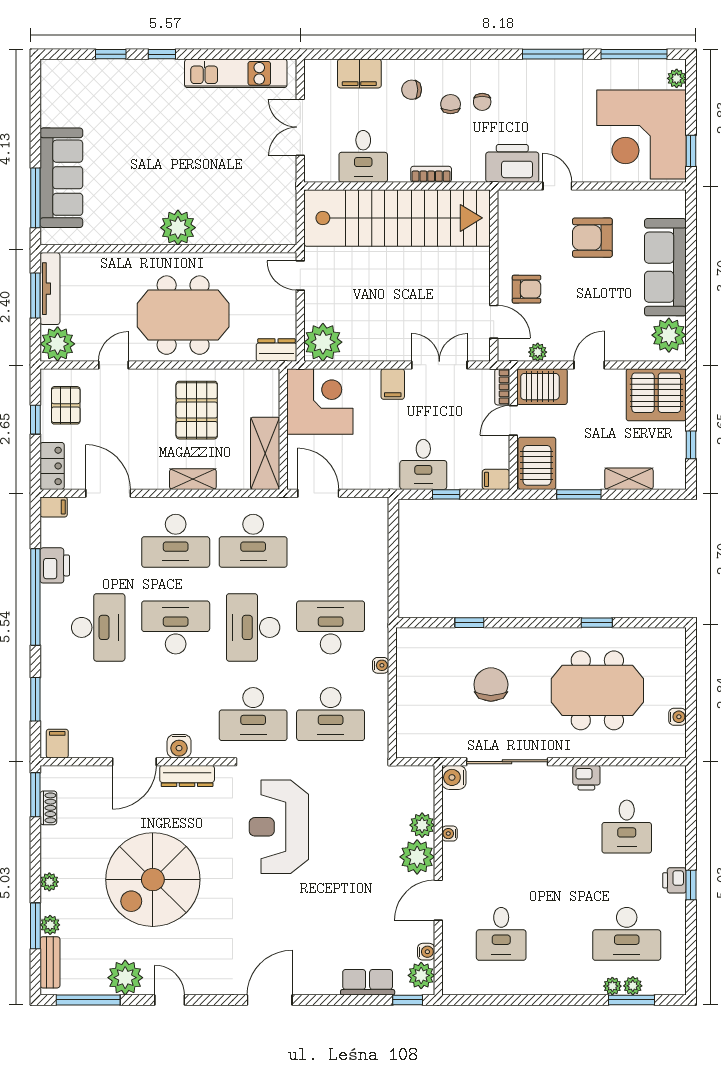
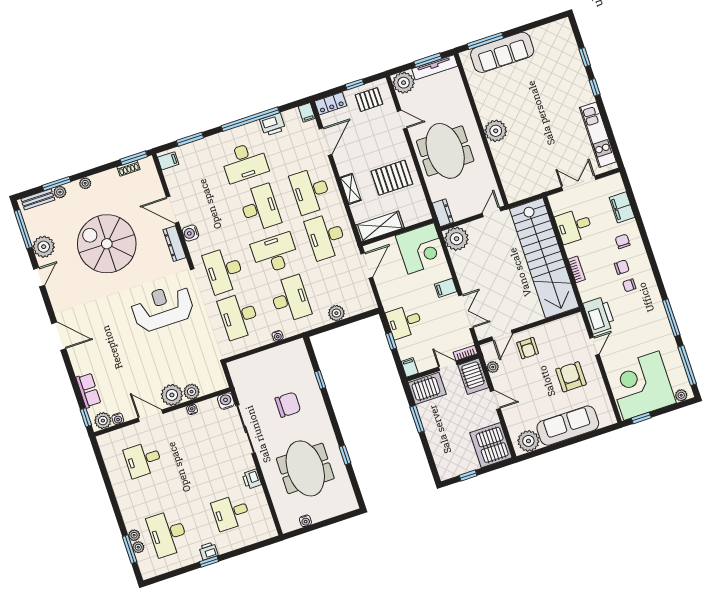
shelving: (629, 479) -> (436, 446), removed
plant: (376, 564) -> (336, 313), added

